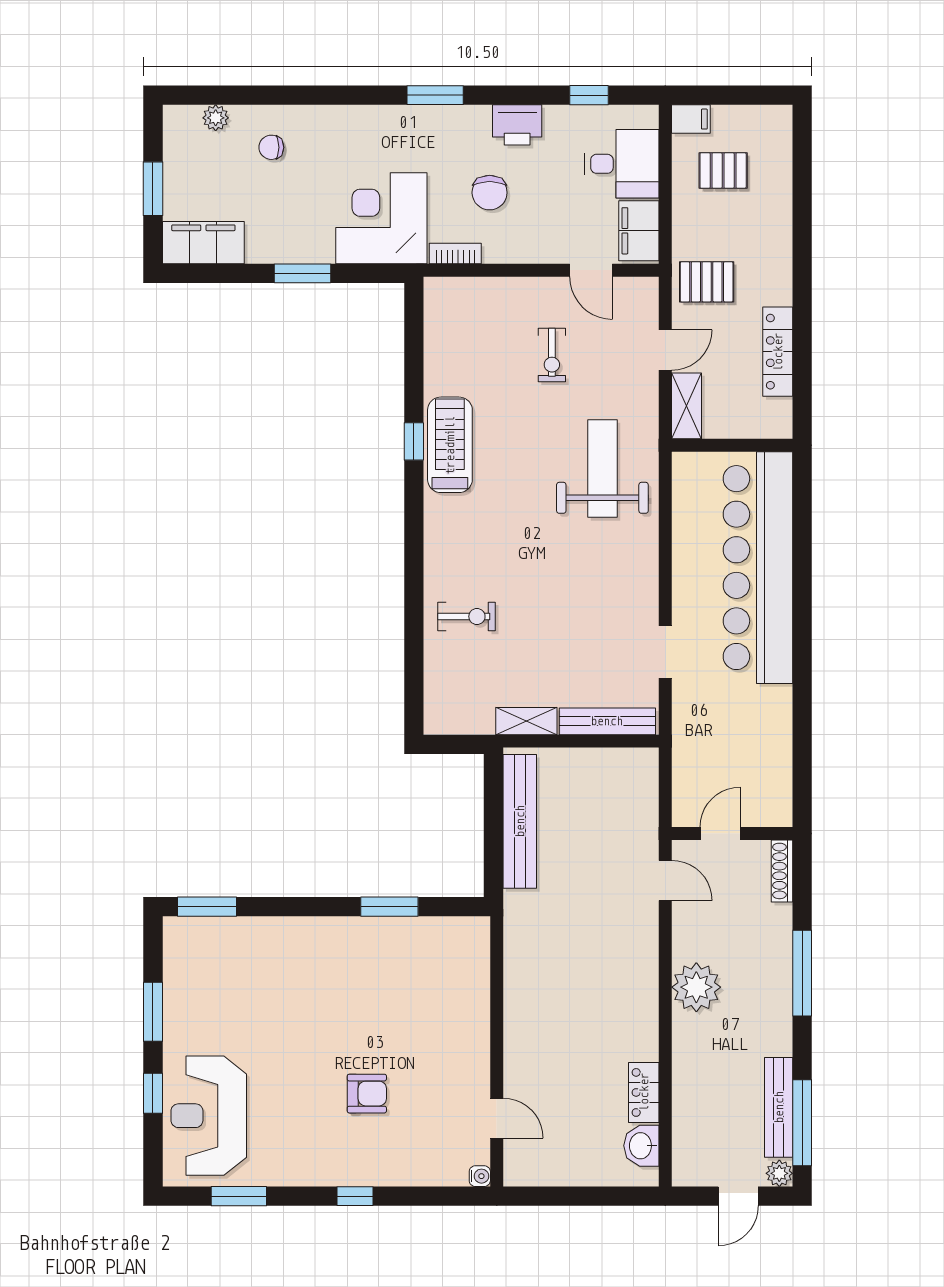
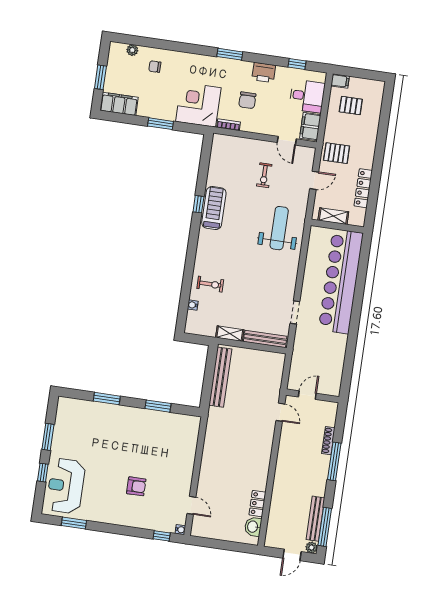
shelving: (687, 406) -> (333, 216), moved, turned 90
water cooler: (434, 669) -> (193, 305), added
shoe rack: (782, 871) -> (328, 441), moved
window: (207, 907) -> (107, 399), moved
plant: (696, 987) -> (287, 461), removed
window: (355, 1196) -> (162, 536), moved

